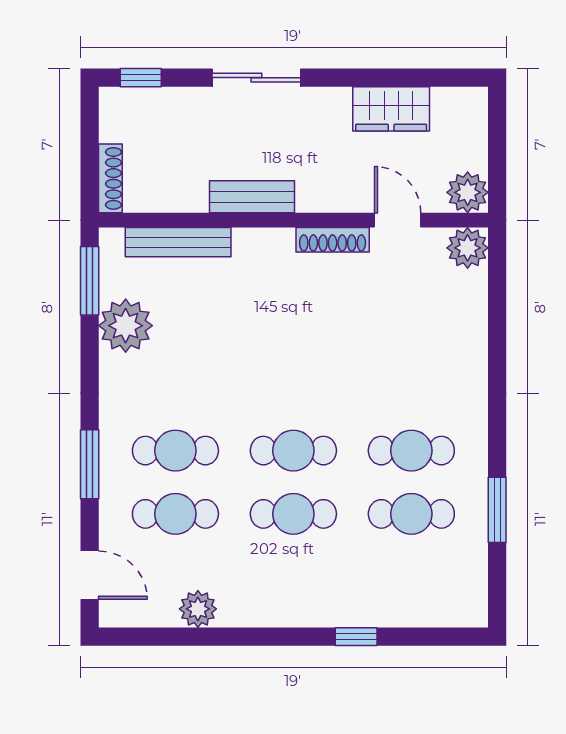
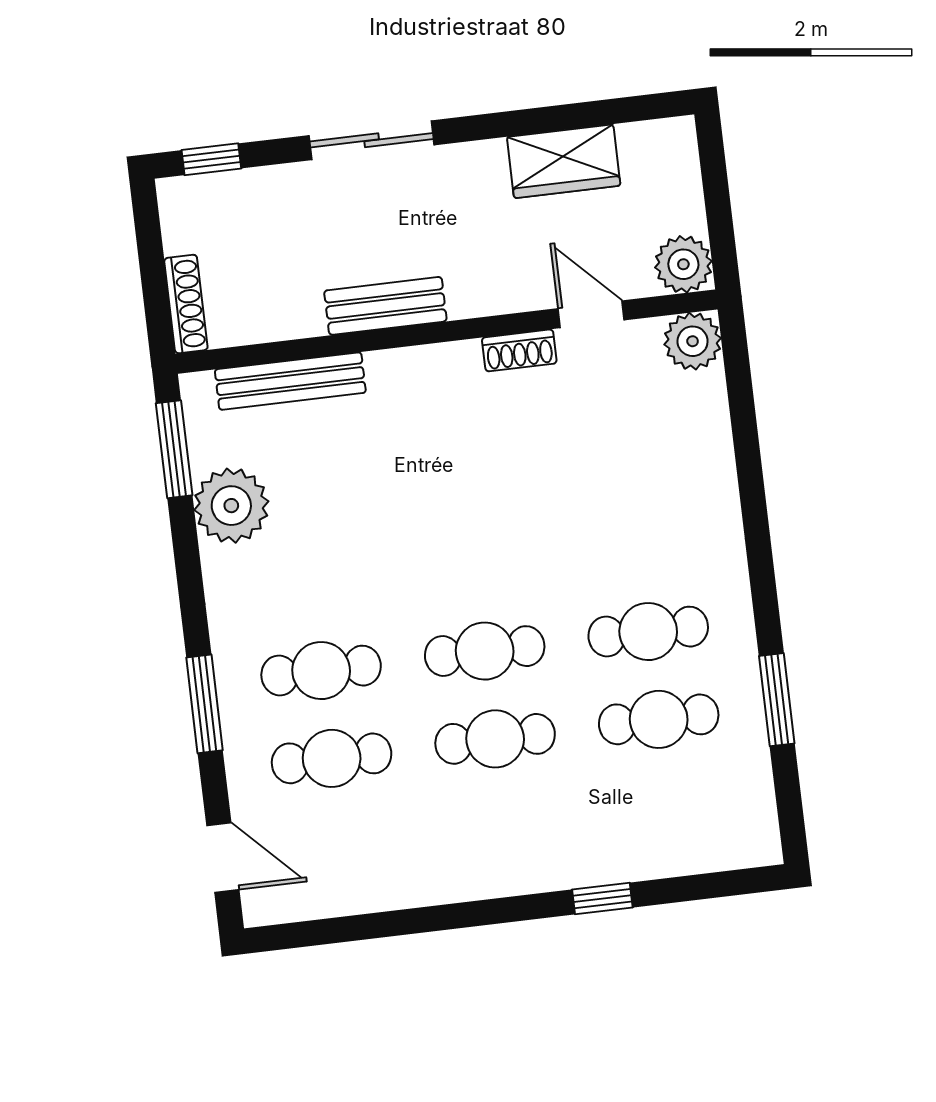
shoe rack: (333, 240) -> (519, 350), width x0.70
plant: (198, 609) -> (378, 886), removed

